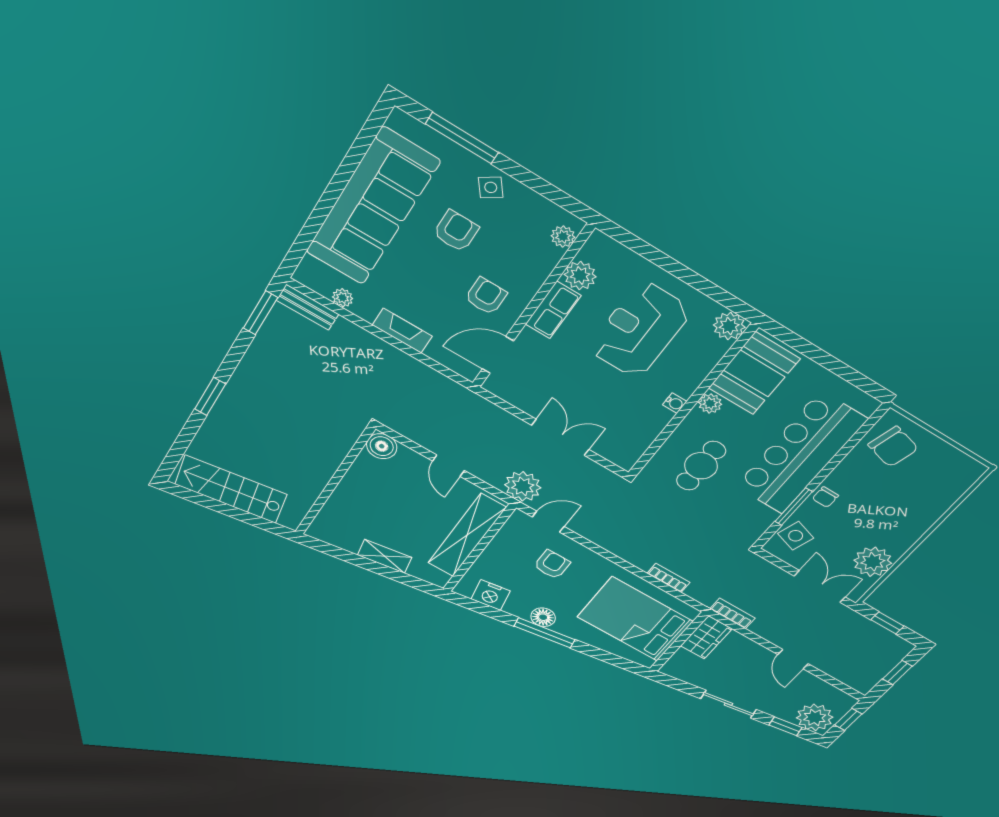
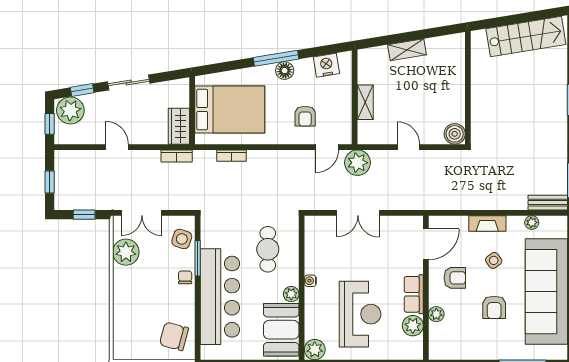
side table: (491, 187) -> (494, 260), moved
plant: (563, 237) -> (436, 314), moved
armchair: (486, 296) -> (455, 278), turned -90
shelving: (467, 535) -> (365, 102), width x0.45, depth x0.75

